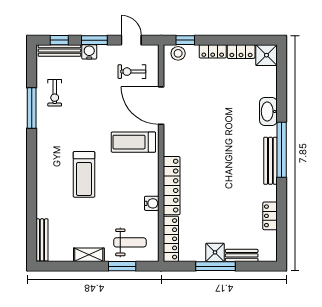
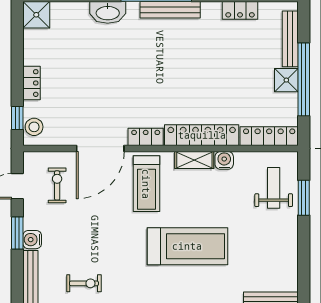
window: (59, 40) -> (17, 278), removed
locker: (241, 52) -> (146, 137), moved, turned -90
exercise bike: (132, 72) -> (57, 185), turned 180
treadmill: (84, 174) -> (187, 246), width x1.37, depth x1.38
shelving: (89, 255) -> (194, 160), moved, turned 90
bench: (242, 255) -> (290, 39), width x1.36
window: (216, 266) -> (304, 79), width x1.46

